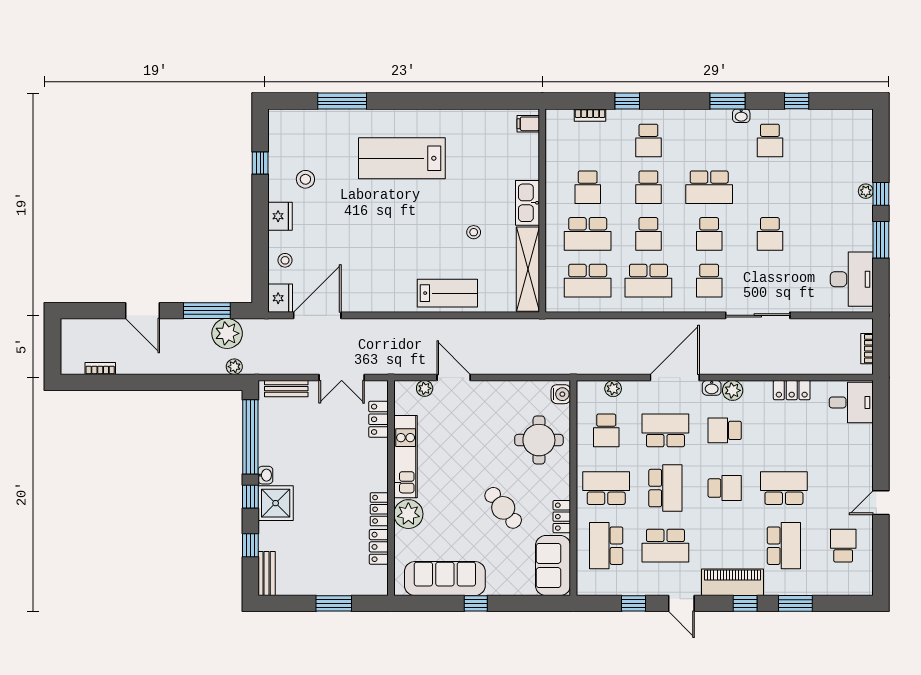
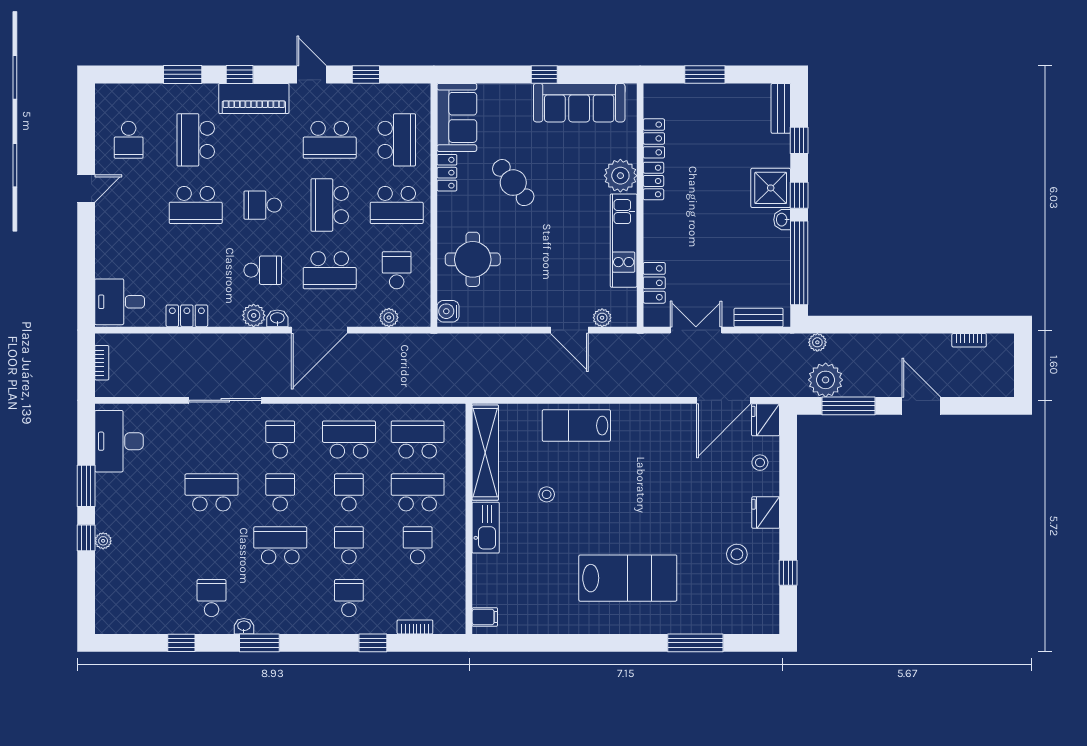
school desk: (770, 234) -> (212, 492), width x1.85
school desk: (665, 546) -> (330, 140), turned 180

